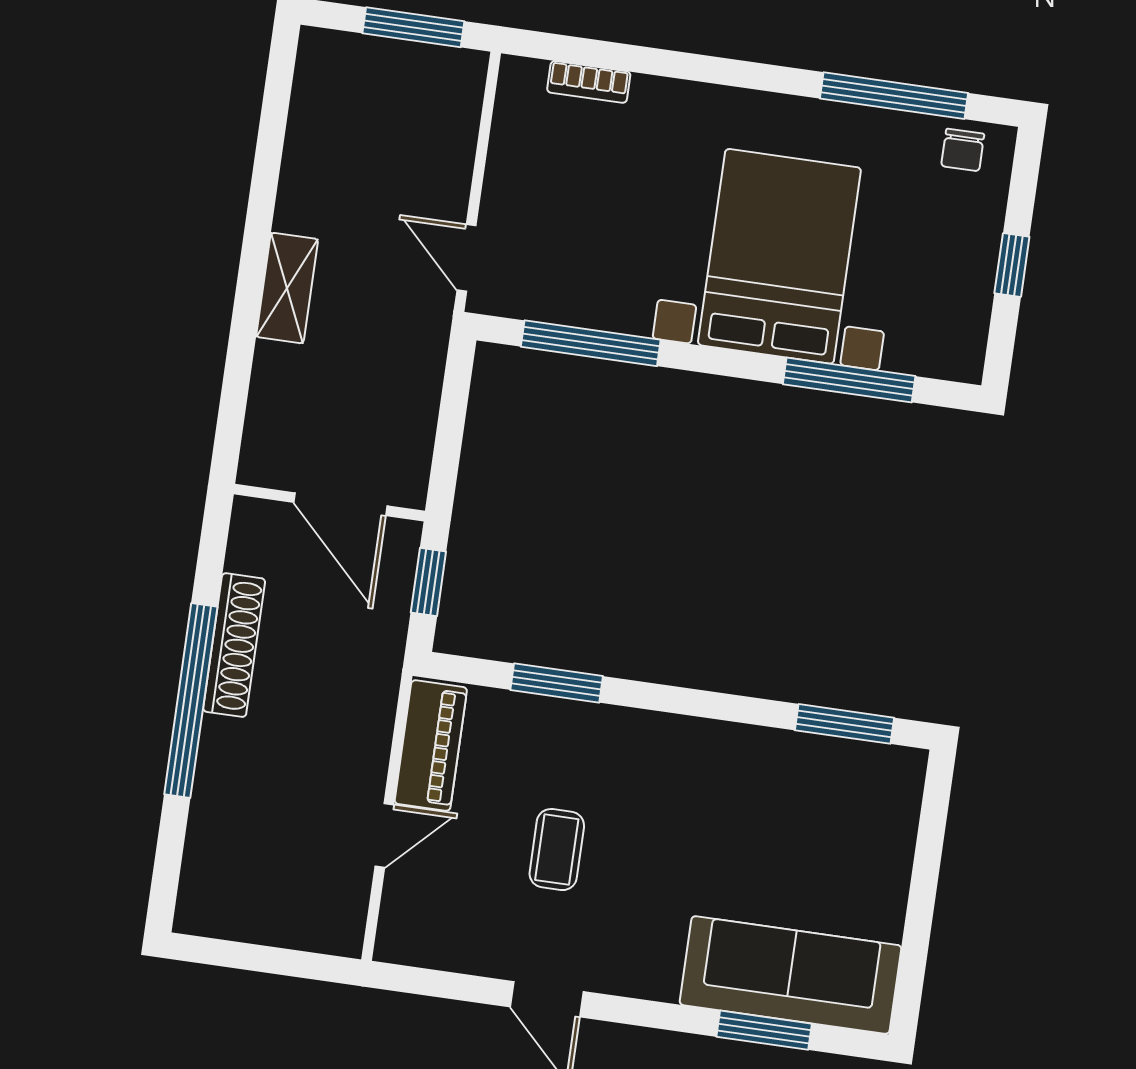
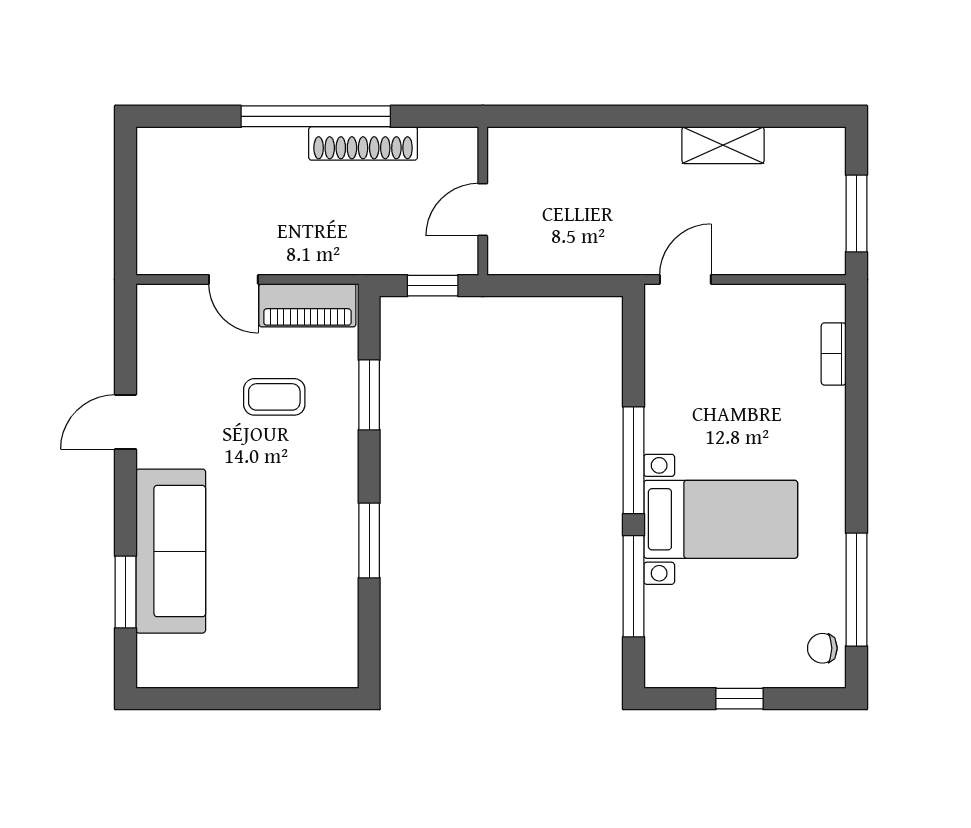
bed with nightstands: (779, 256) -> (721, 519), width x0.73
shelving: (287, 288) -> (723, 145), moved
window: (591, 343) -> (633, 460), moved
door: (340, 504) -> (483, 210), width x0.73
window: (845, 724) -> (369, 540), moved
coffee table: (557, 850) -> (274, 397), moved
sofa: (791, 975) -> (171, 551), moved

